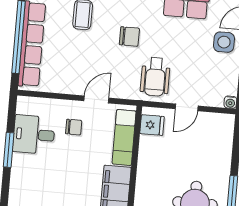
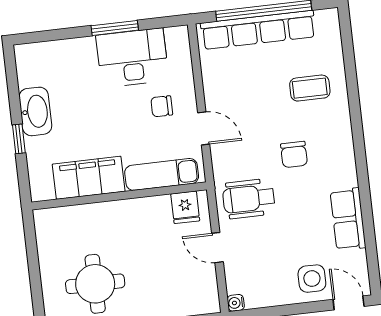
chair: (74, 127) -> (162, 106), turned 90
desk: (34, 135) -> (132, 58), width x1.37

